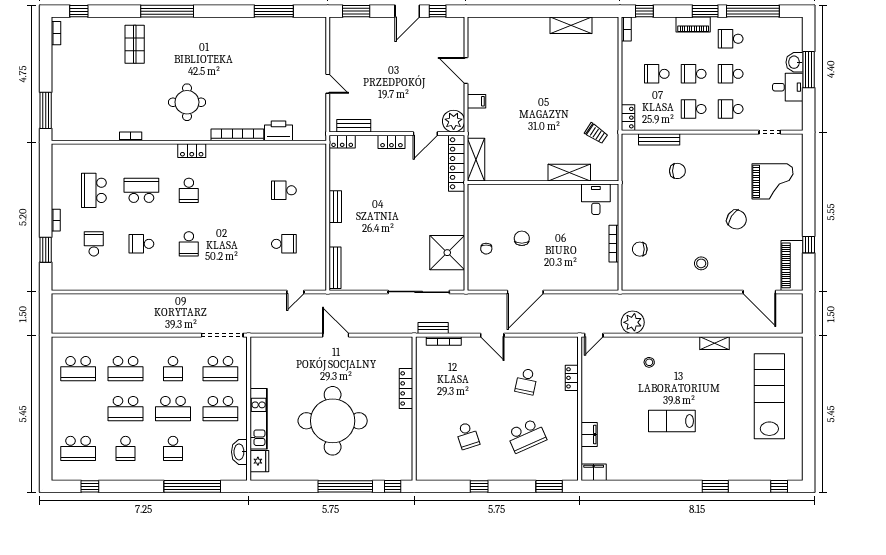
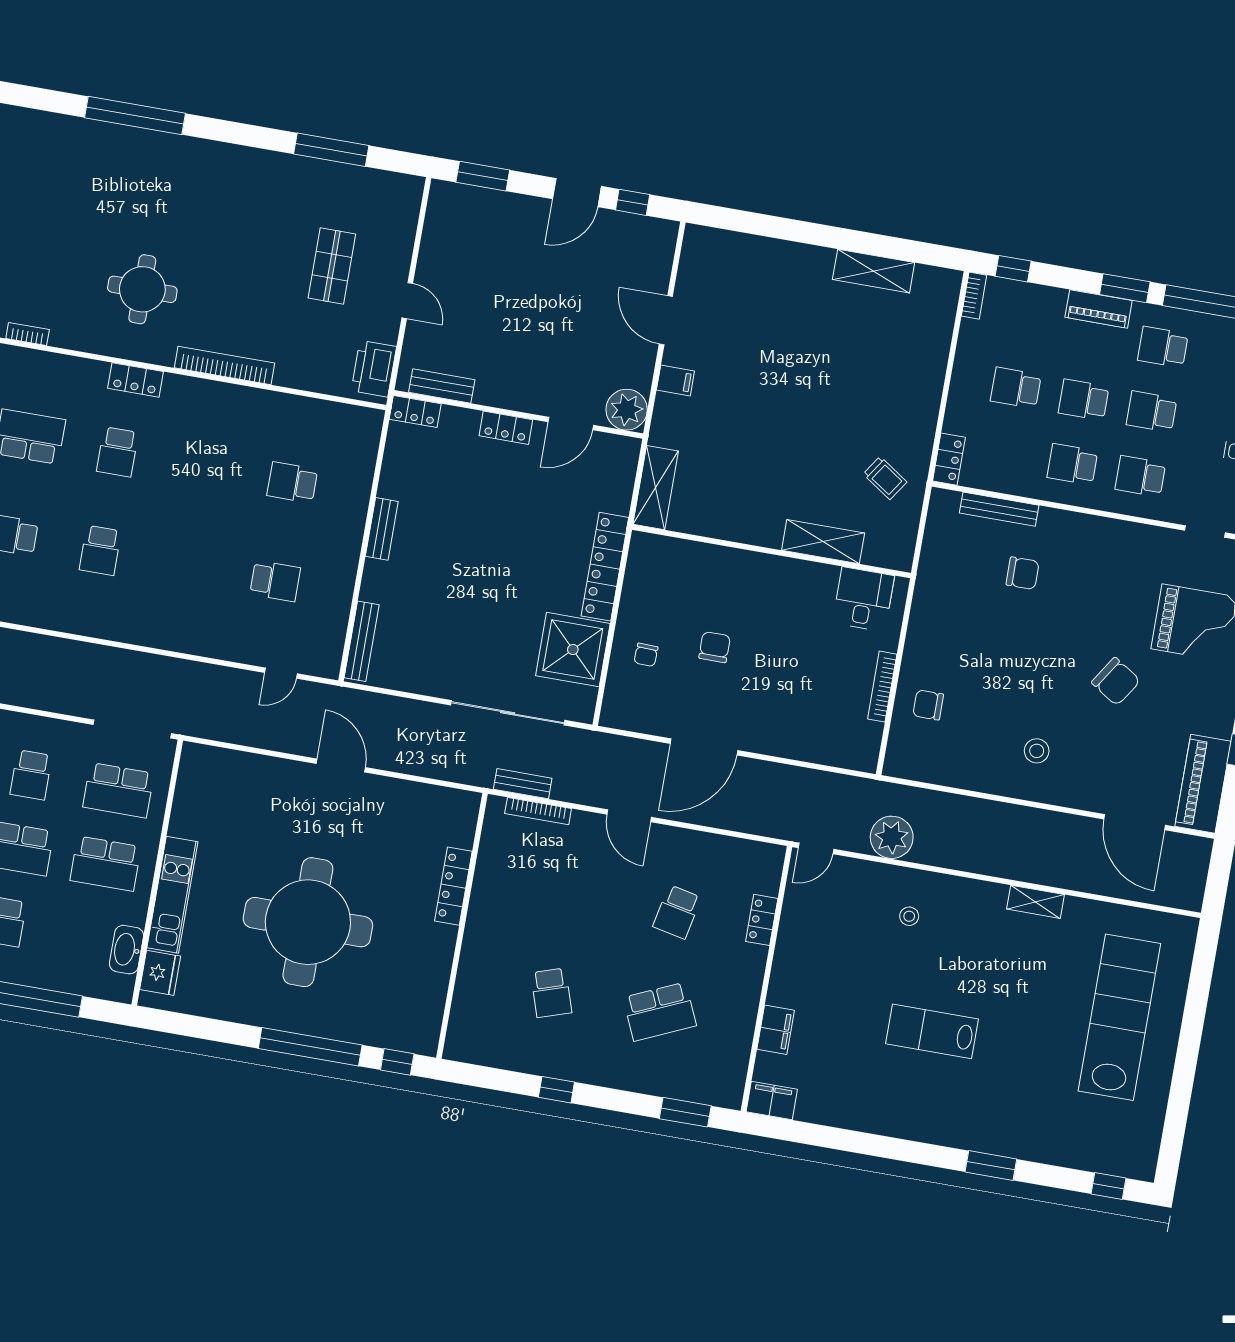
shop shelf: (135, 44) -> (332, 266), moved
printer: (279, 131) -> (374, 369), moved, turned -90
locker: (457, 163) -> (605, 567), moved

